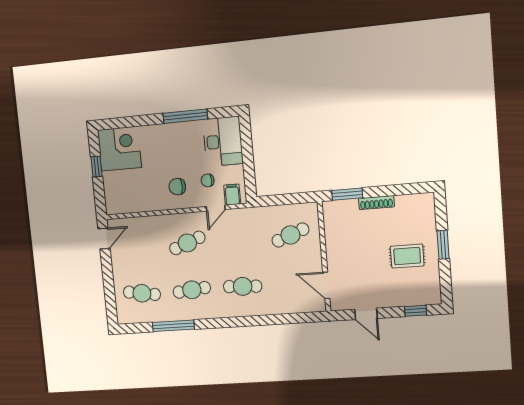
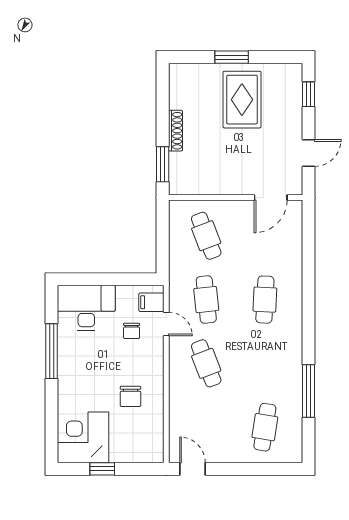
chair: (177, 187) -> (131, 396), moved
rug: (407, 256) -> (242, 100), width x1.36, depth x1.43
cafe table: (192, 290) -> (206, 300), moved

